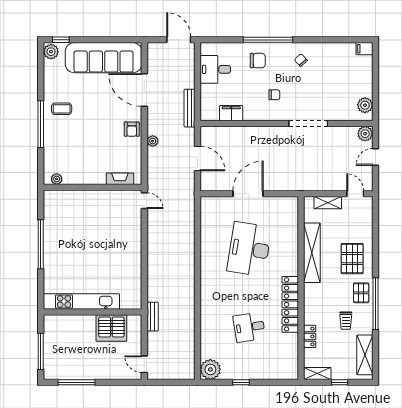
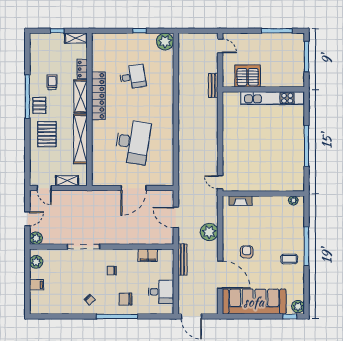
filing cabinet: (364, 49) -> (37, 285), moved
armchair: (132, 129) -> (247, 252), moved
plant: (153, 141) -> (209, 232), width x1.88, depth x1.88
shelving: (365, 355) -> (81, 96), moved

